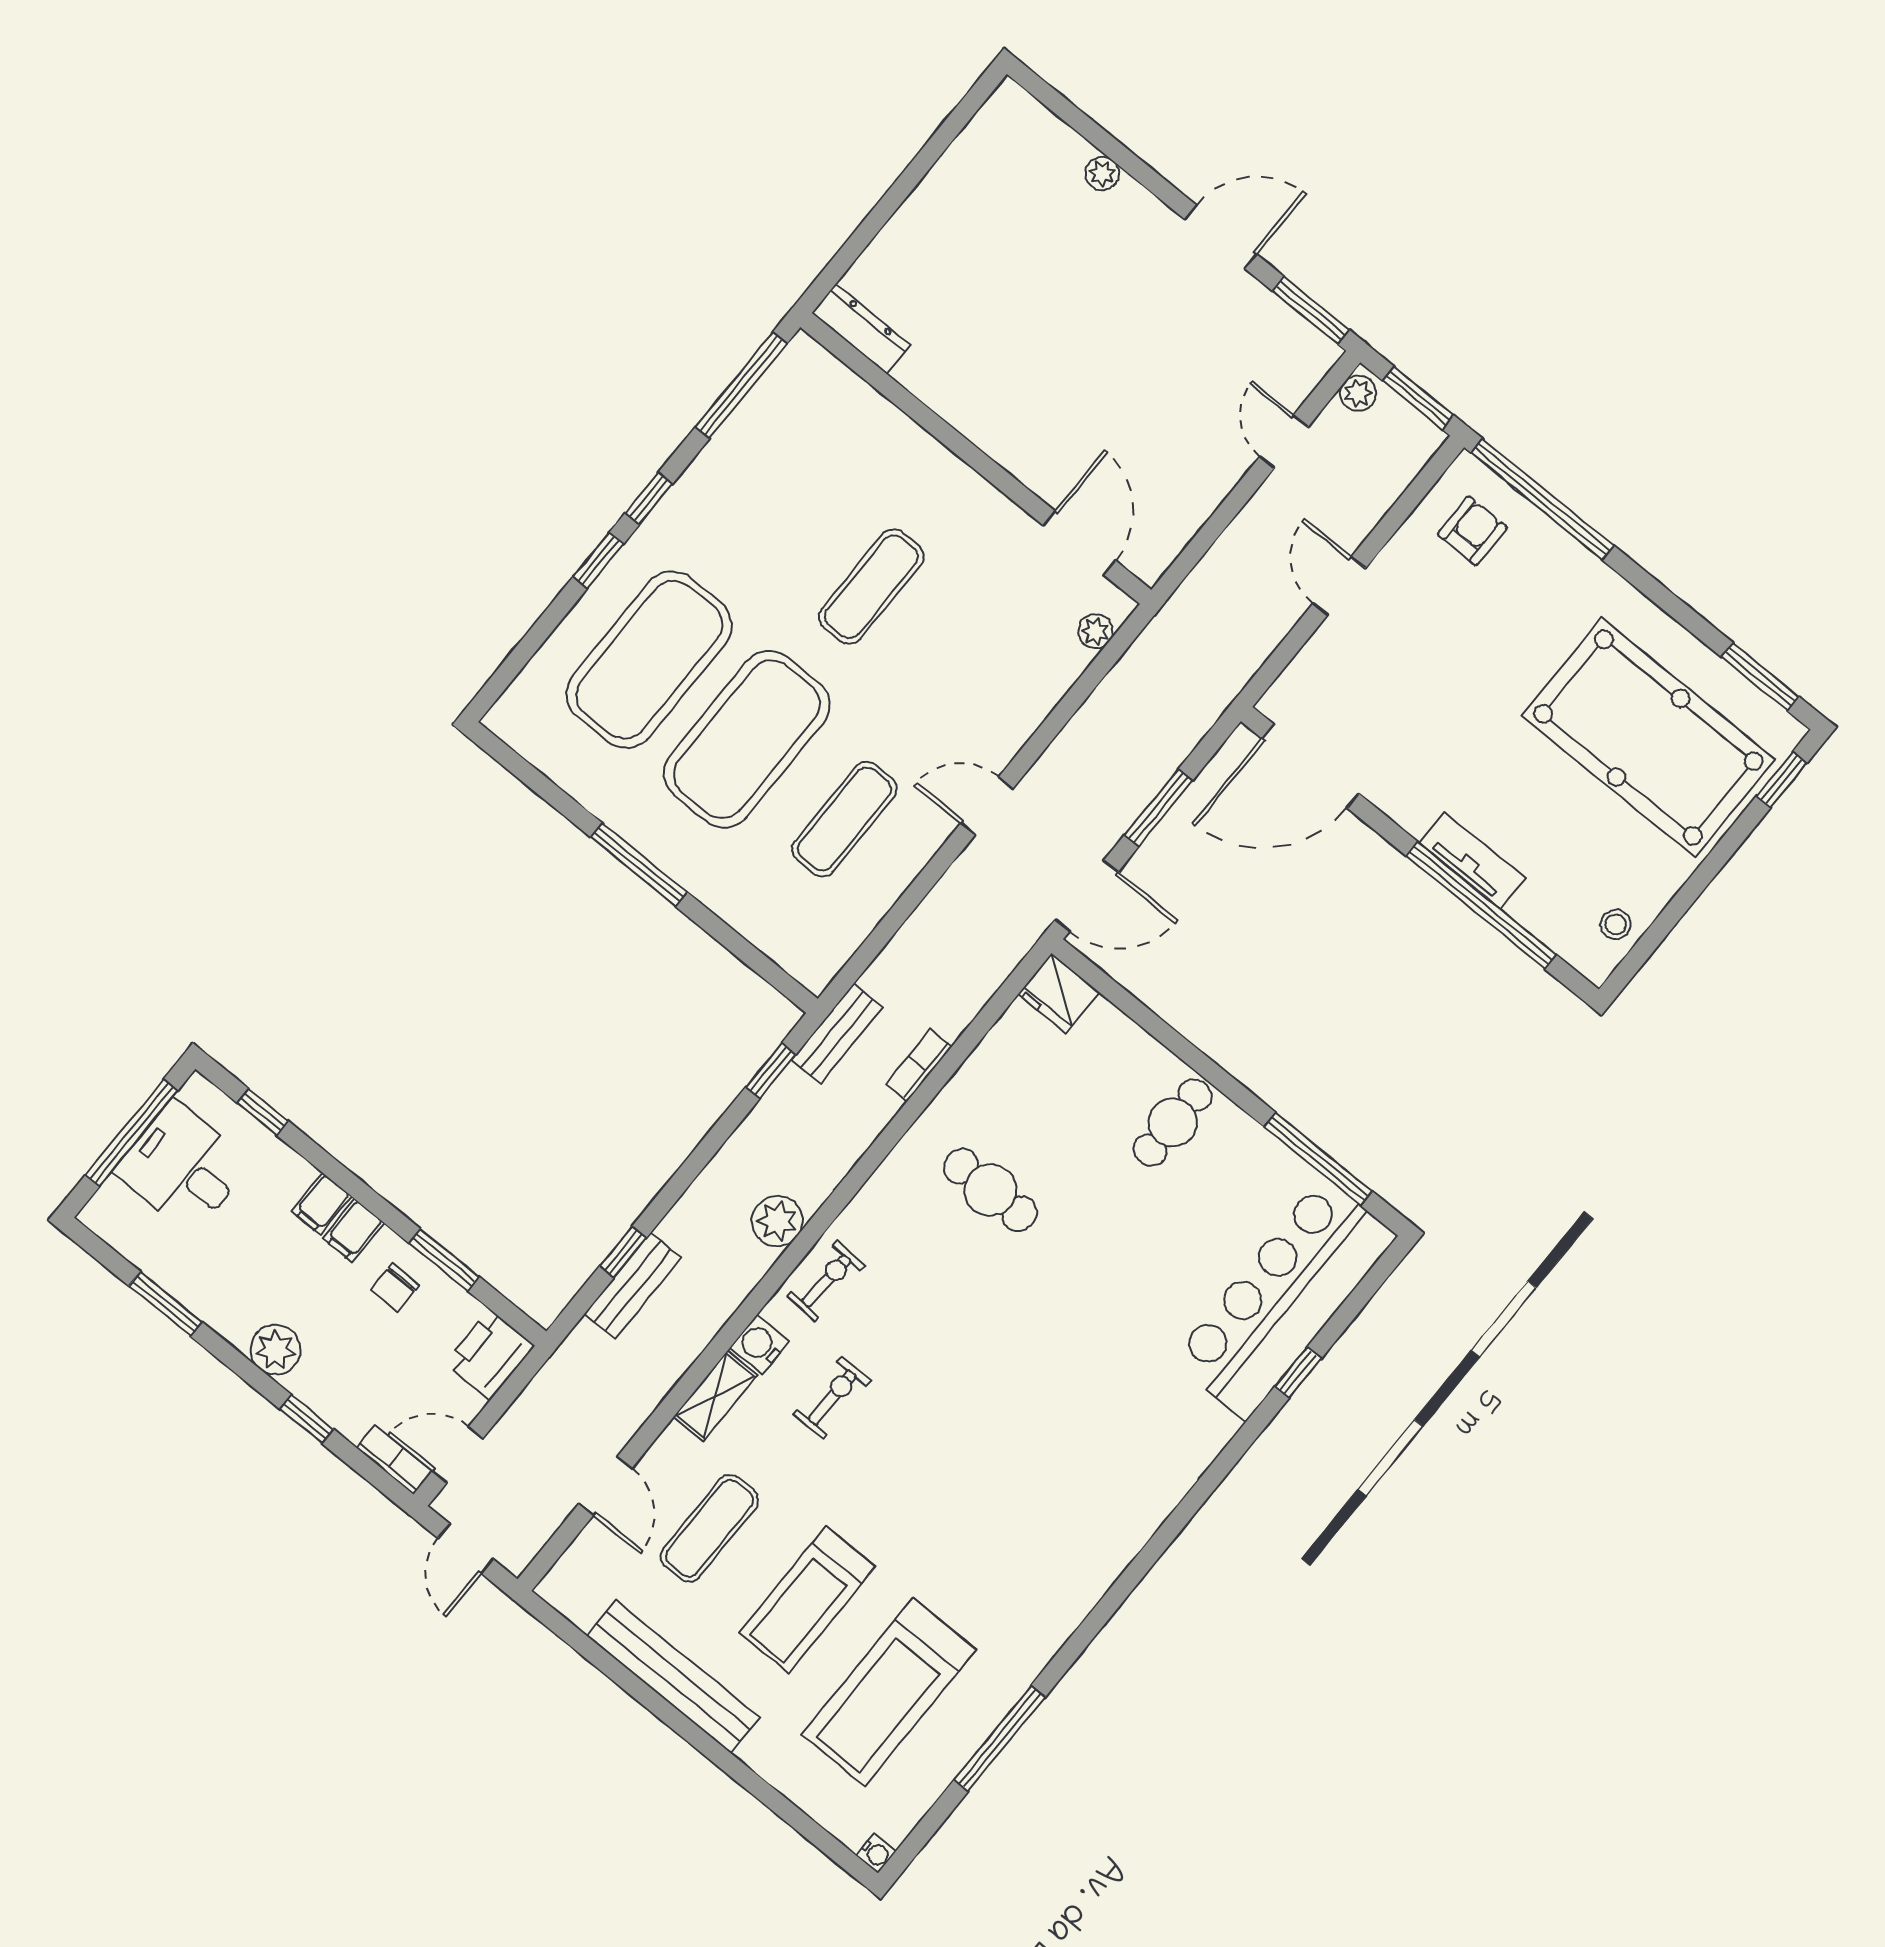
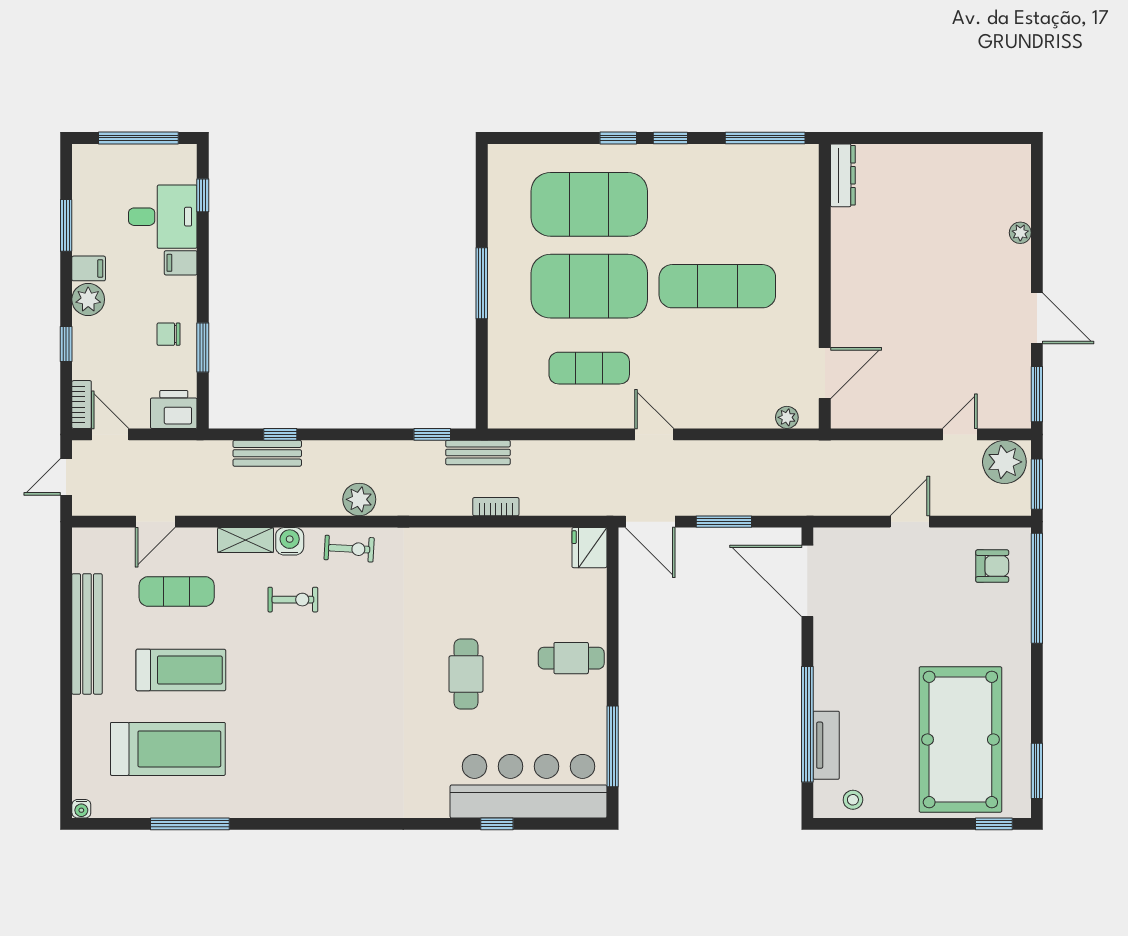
plant: (1358, 393) -> (1004, 462), width x1.87, depth x1.87
exercise mat: (871, 587) -> (717, 286), width x1.36, depth x1.45
tv unit: (1472, 861) -> (826, 745), moved
desk: (183, 1167) -> (163, 217), moved, turned 90
cafe table: (990, 1190) -> (466, 674), moved
filing cabinet: (353, 1231) -> (89, 268), moved, turned 180
treadmill: (807, 1600) -> (181, 670), turned 180
treadmill: (889, 1692) -> (168, 749), turned 180

